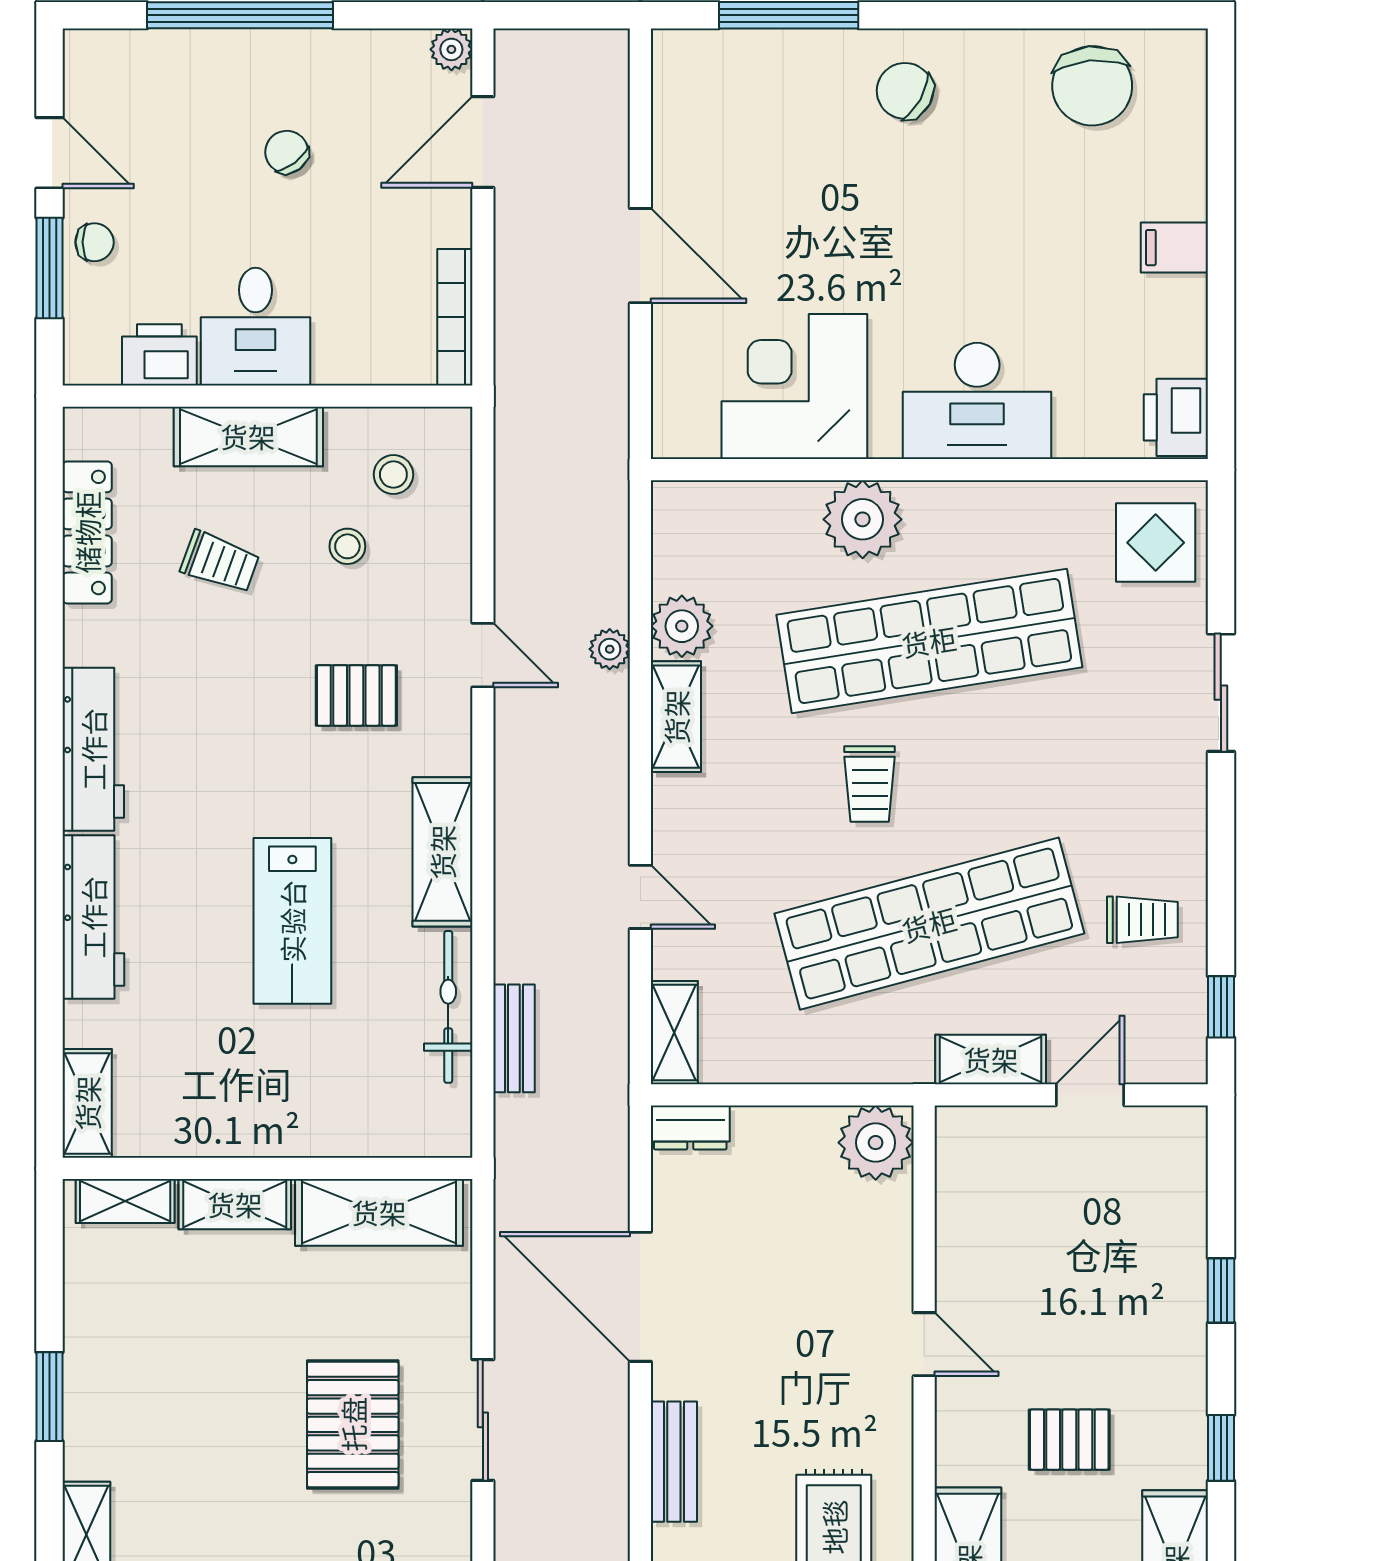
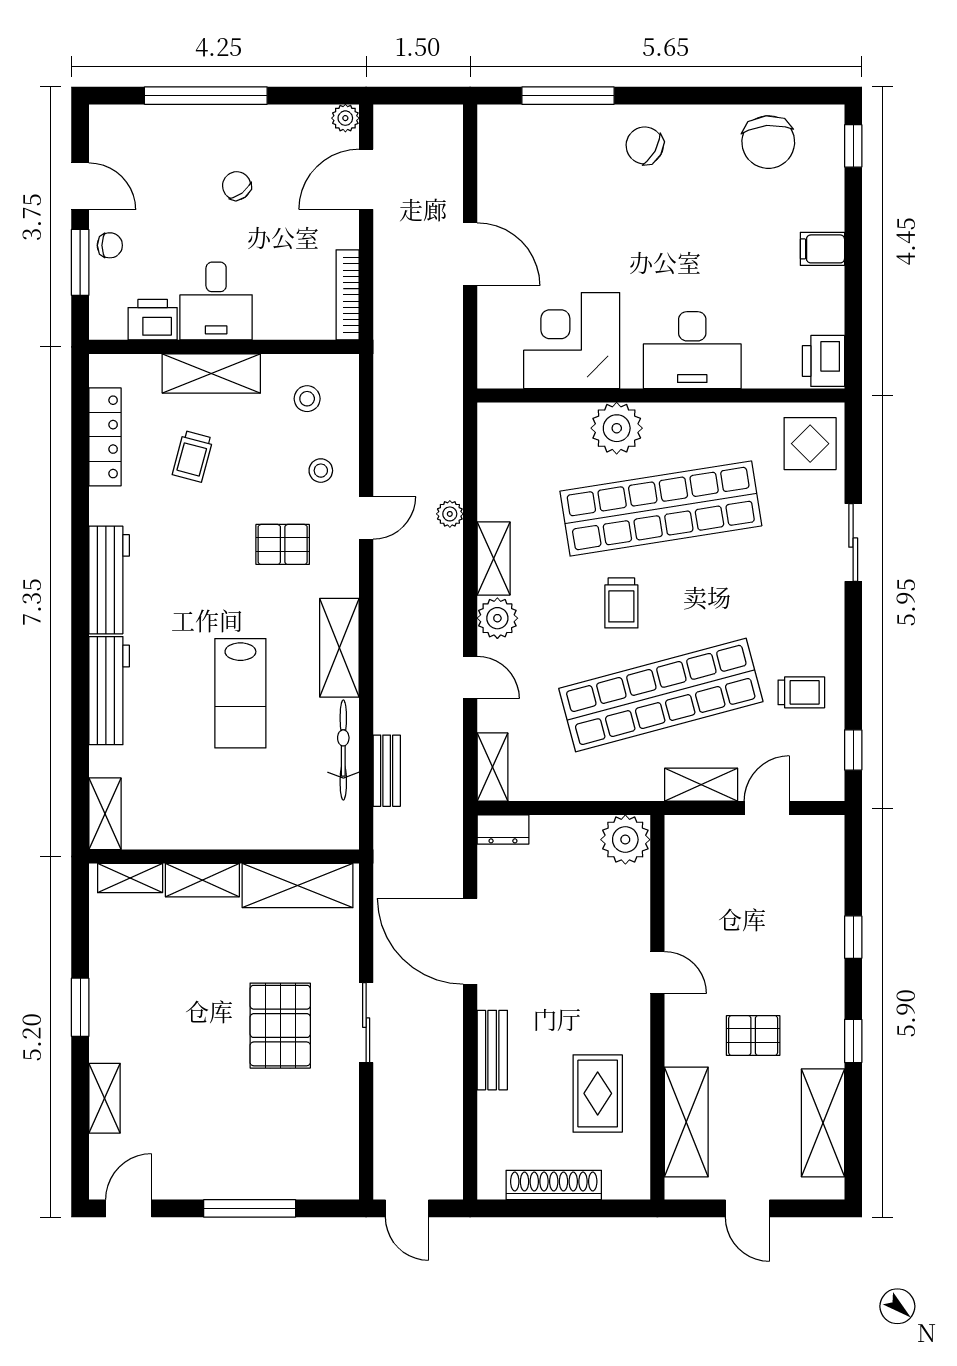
window: (1221, 91) -> (853, 146), added
stool: (347, 546) -> (321, 471), moved
trolley: (220, 562) -> (193, 456), turned 85
plant: (682, 626) -> (497, 618), moved
door: (483, 655) -> (366, 518), hinge flipped

